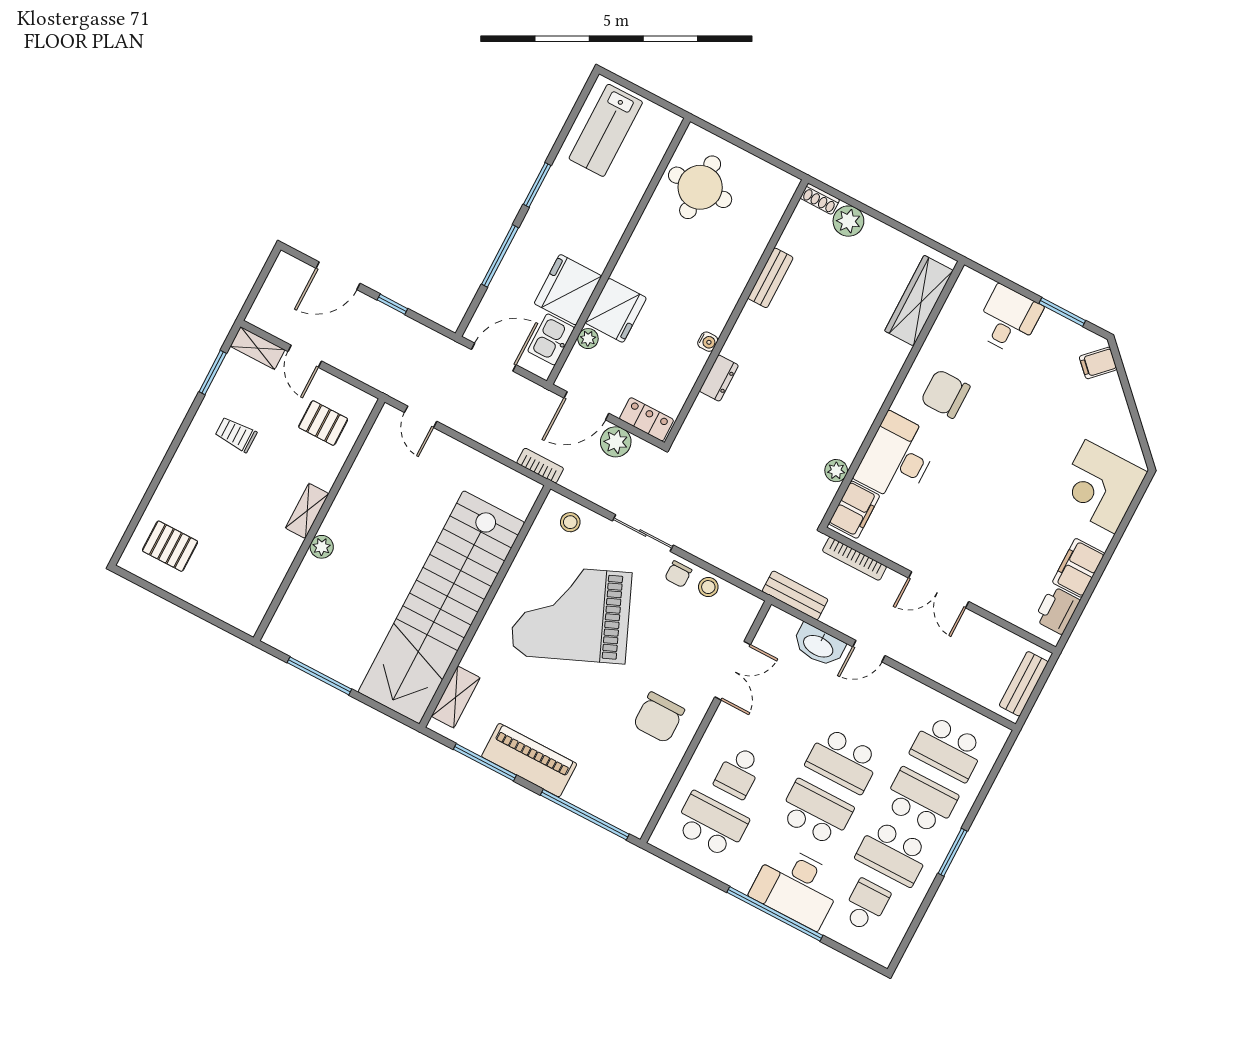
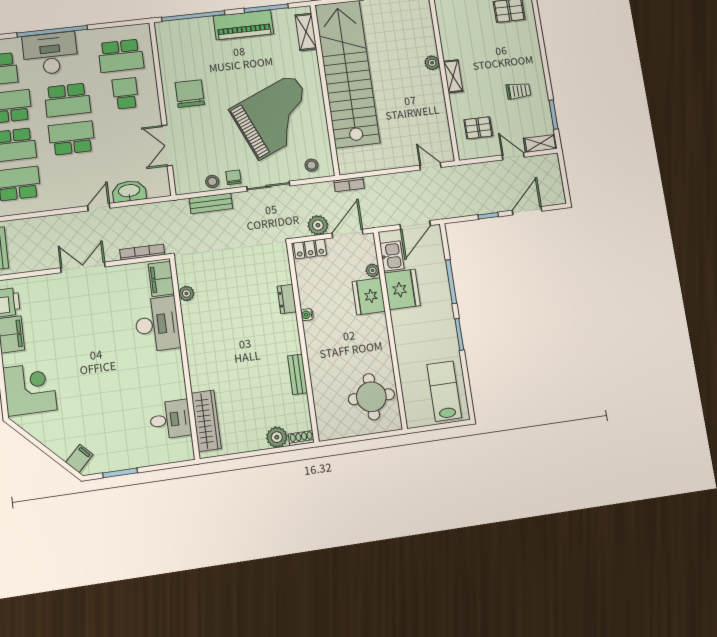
desk: (1008, 320) -> (170, 420), moved, turned -90
chair: (945, 394) -> (155, 379), removed
bench: (795, 595) -> (211, 203), moved

